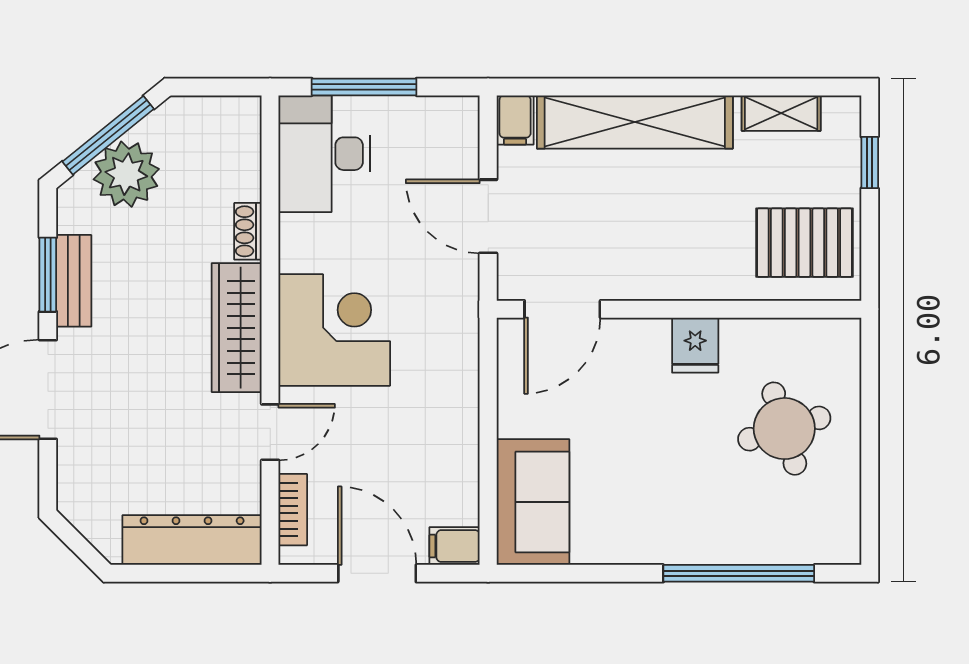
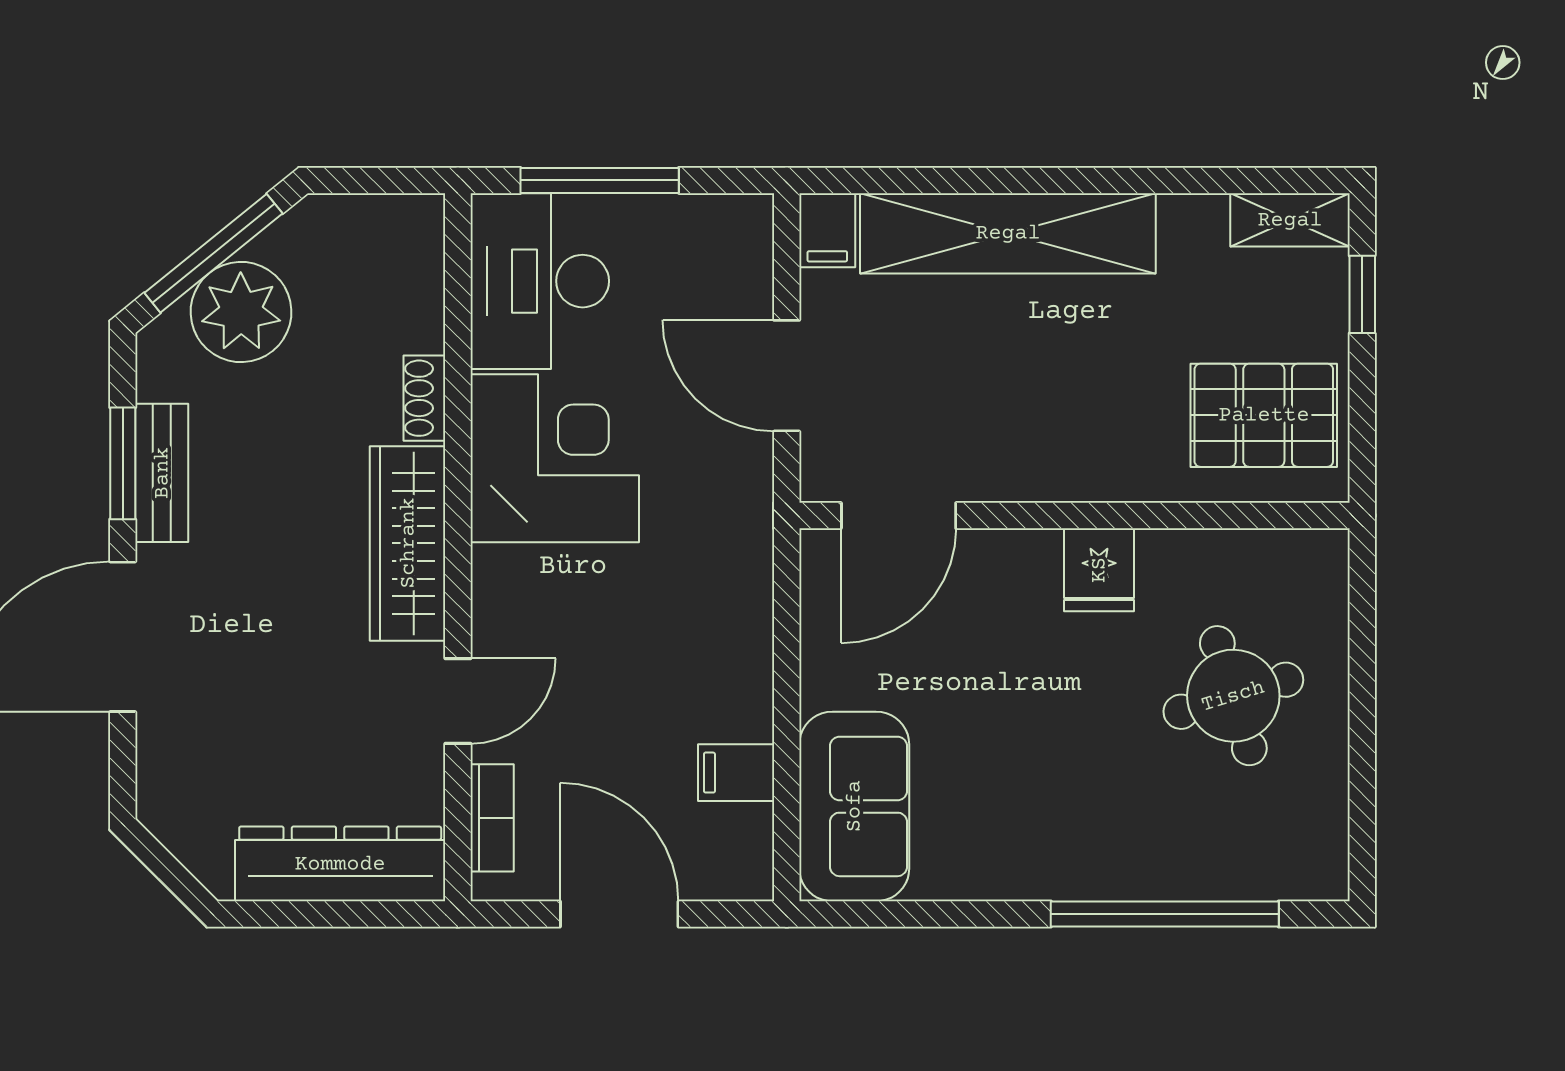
shelving: (781, 113) -> (1290, 220), moved
corner desk: (334, 330) -> (555, 458), moved
filing cabinet: (455, 546) -> (736, 773), moved

